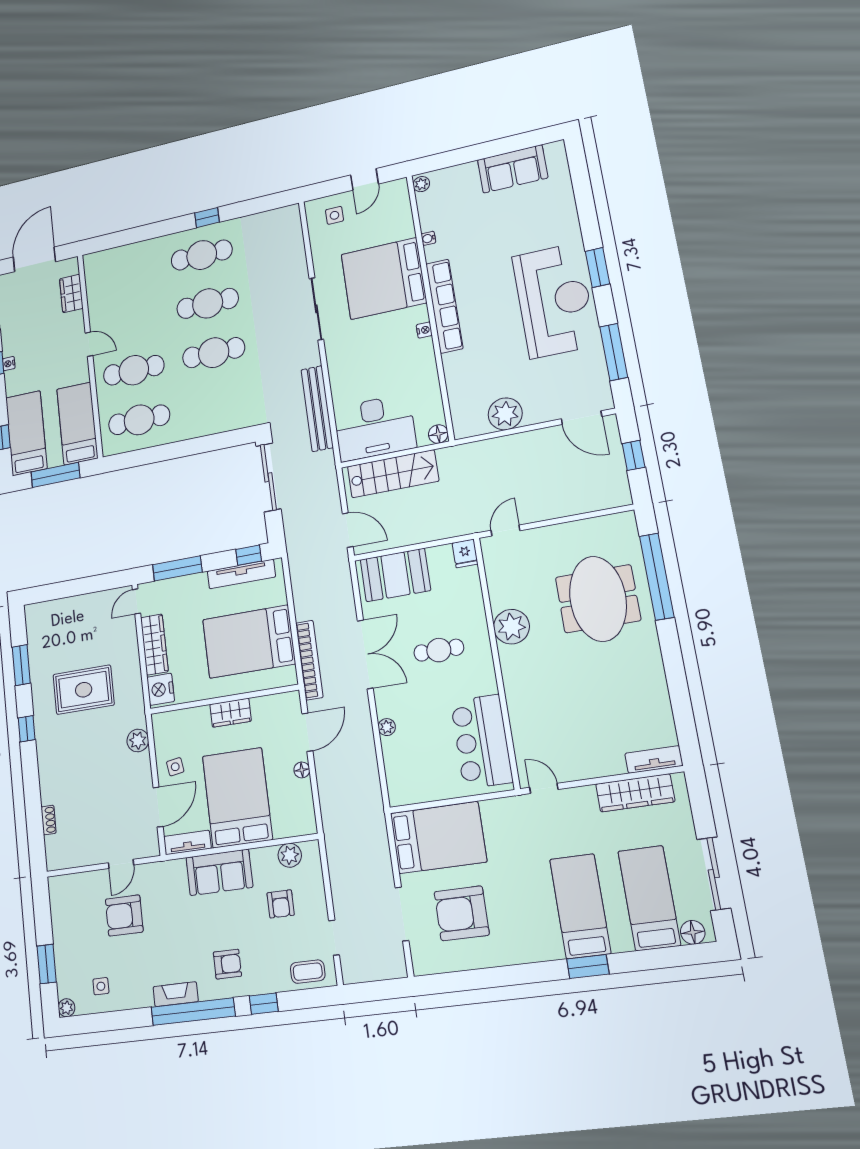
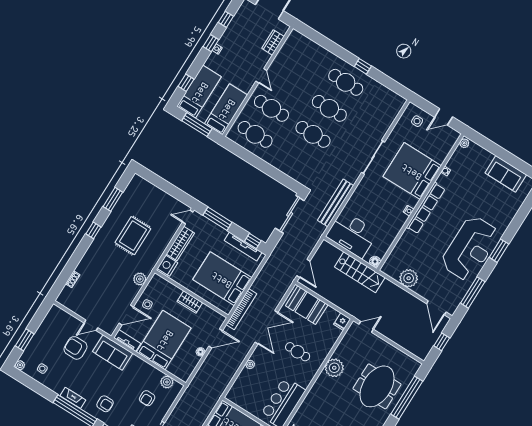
stairs: (393, 474) -> (360, 272), moved
rug: (84, 690) -> (133, 236), turned 90
sofa: (219, 872) -> (113, 352), moved

